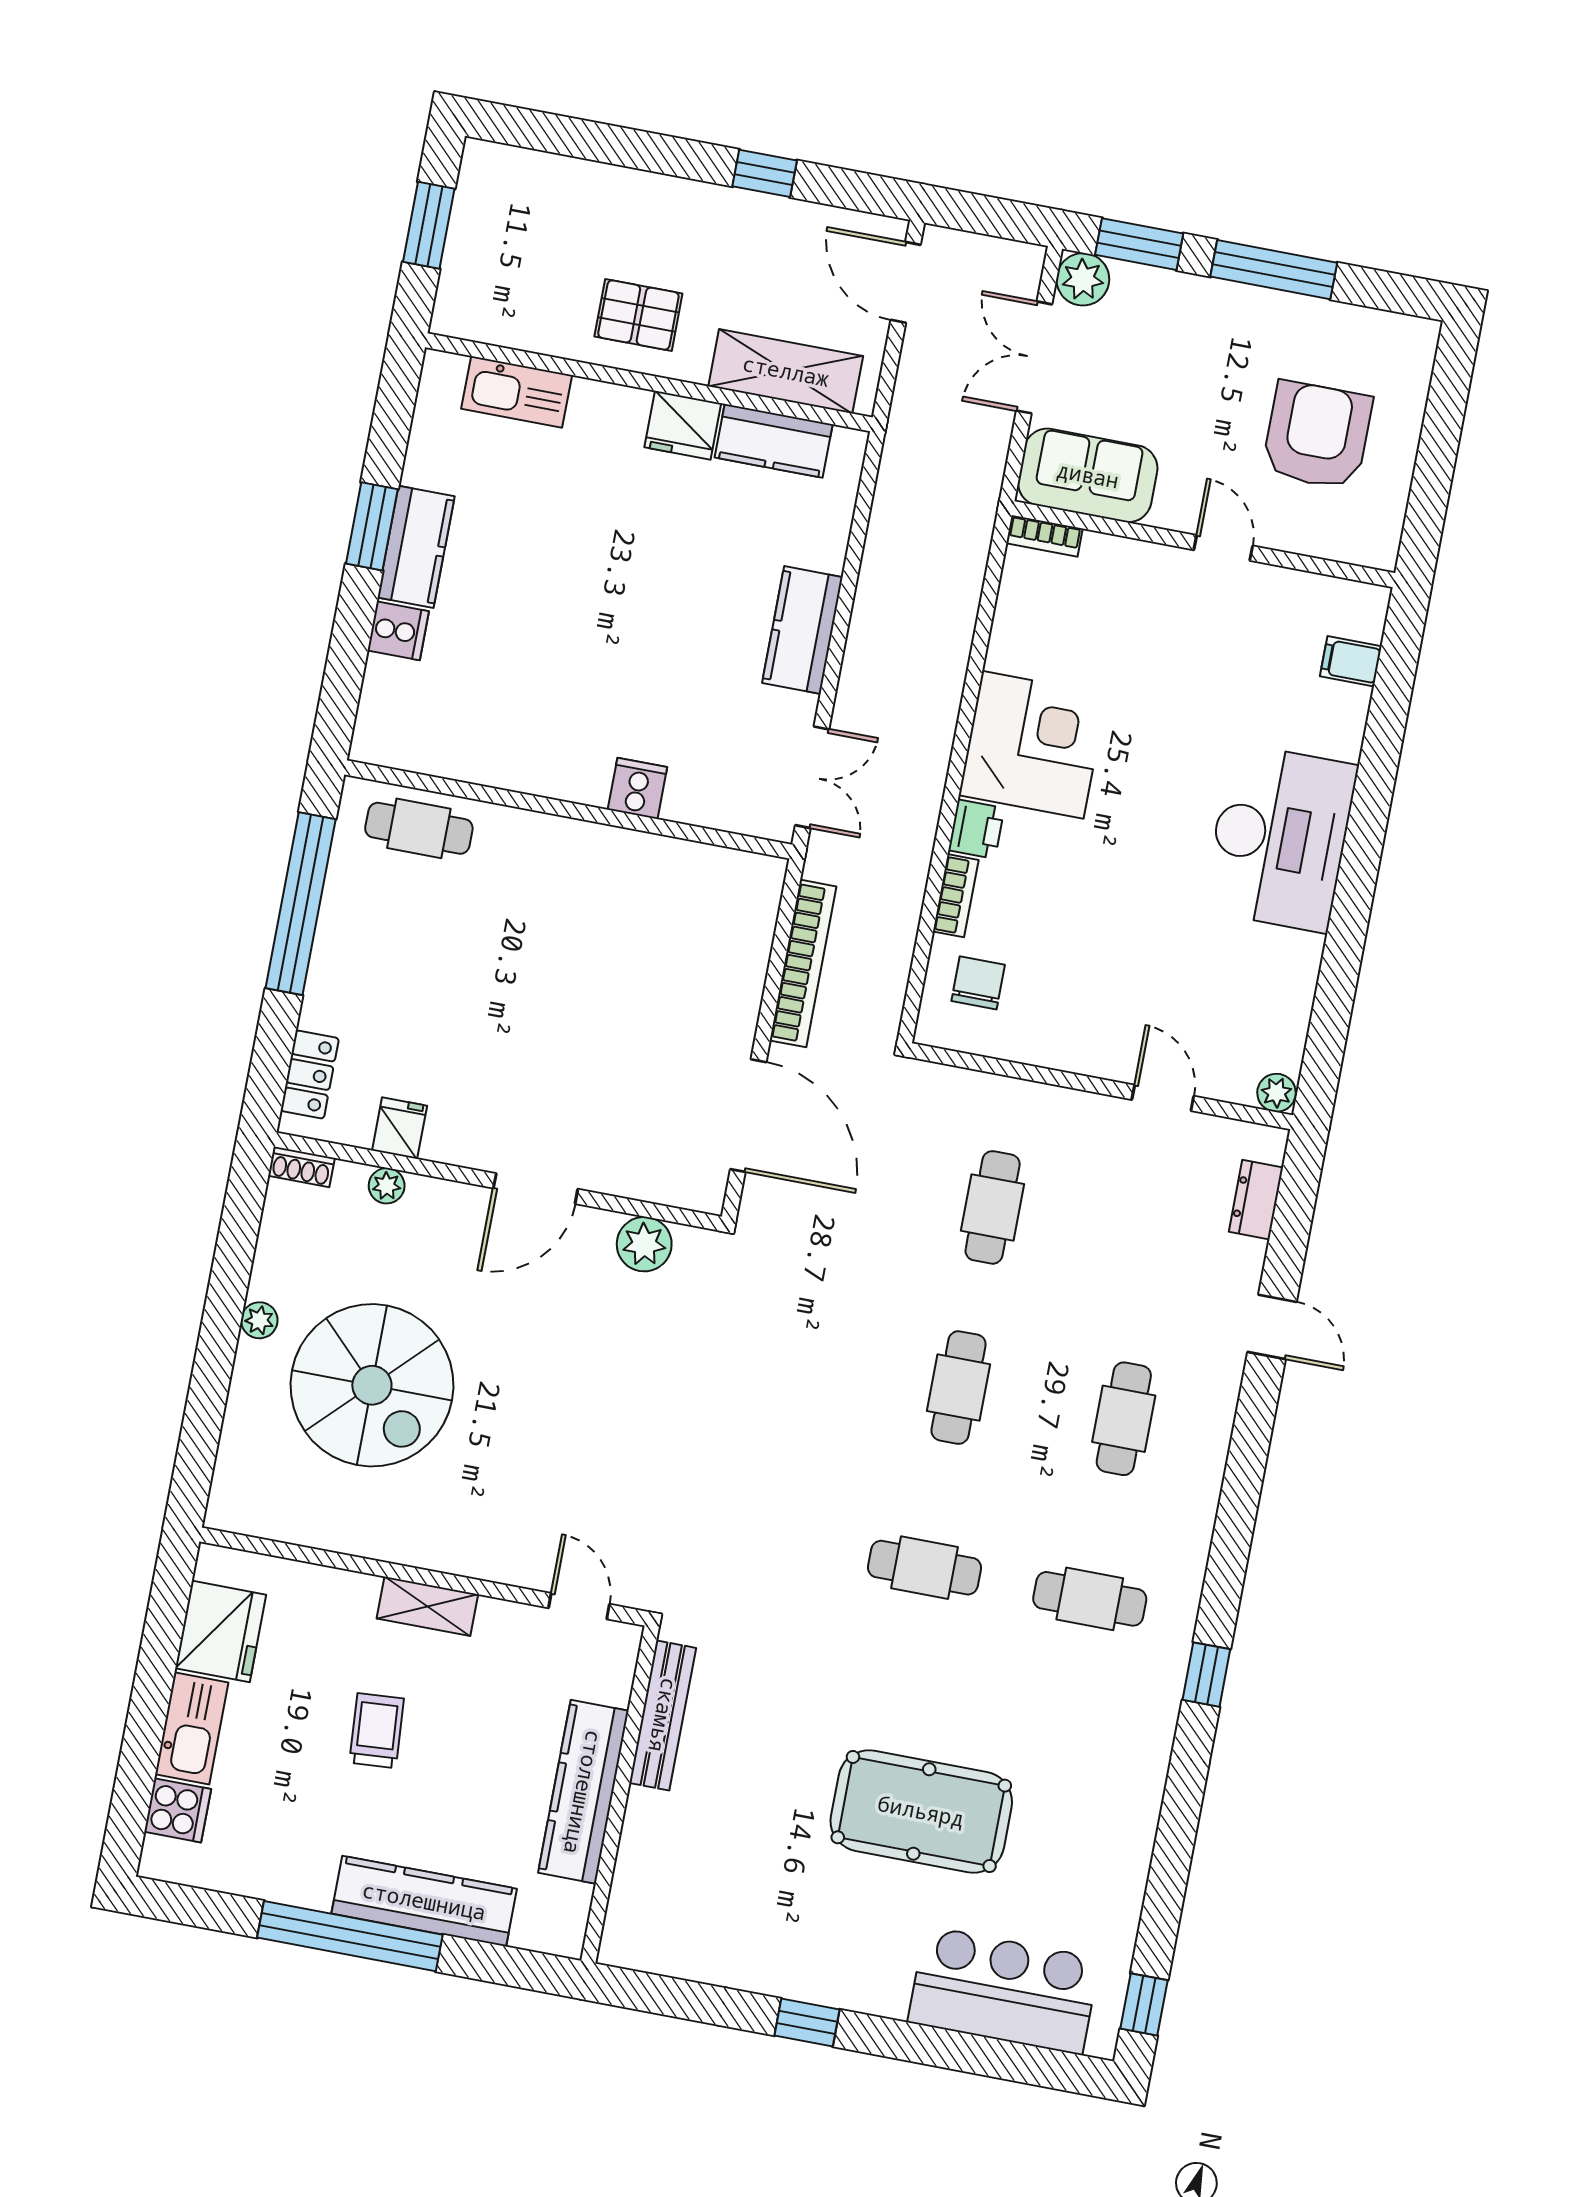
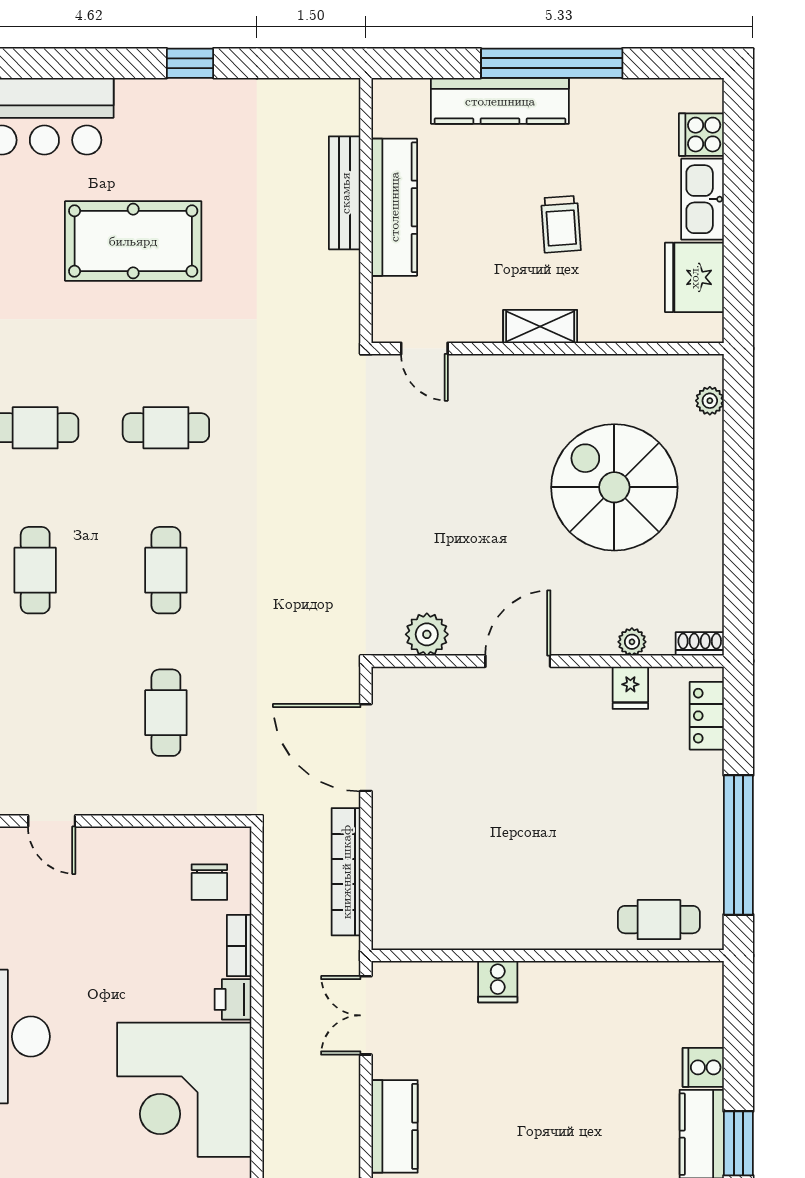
corner desk: (1033, 745) -> (184, 1090), width x1.36, depth x1.36
plant: (259, 1320) -> (710, 401), moved
bench: (663, 1715) -> (345, 193), moved

